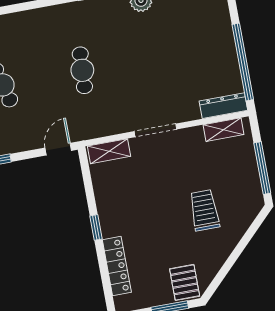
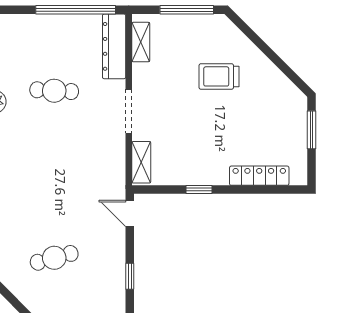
cafe table: (82, 70) -> (54, 91), moved
dresser: (223, 106) -> (114, 46), width x1.37, depth x1.24
window: (96, 227) -> (199, 190), moved
pallet: (185, 282) -> (289, 110), removed

